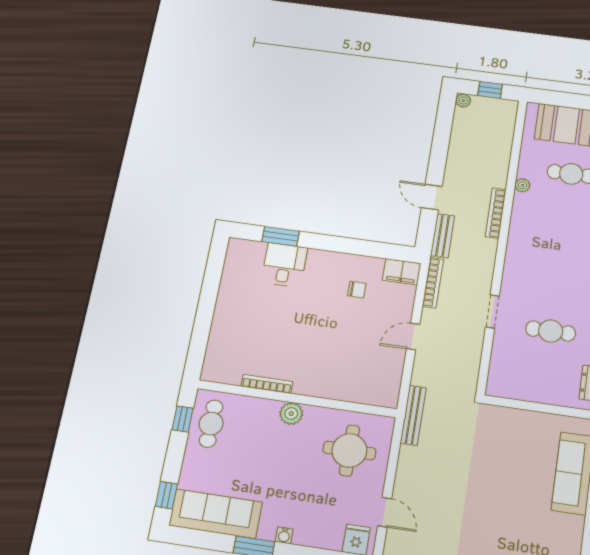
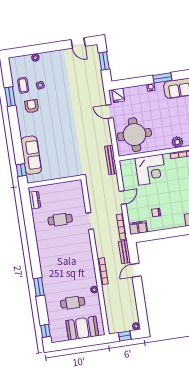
door: (432, 197) -> (136, 270), swing flipped
corner desk: (340, 373) -> (151, 170), added
plant: (291, 414) -> (177, 142), moved
round table: (349, 451) -> (134, 135), width x1.36, depth x1.36

